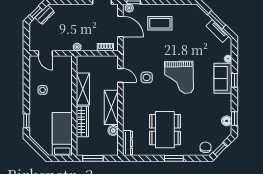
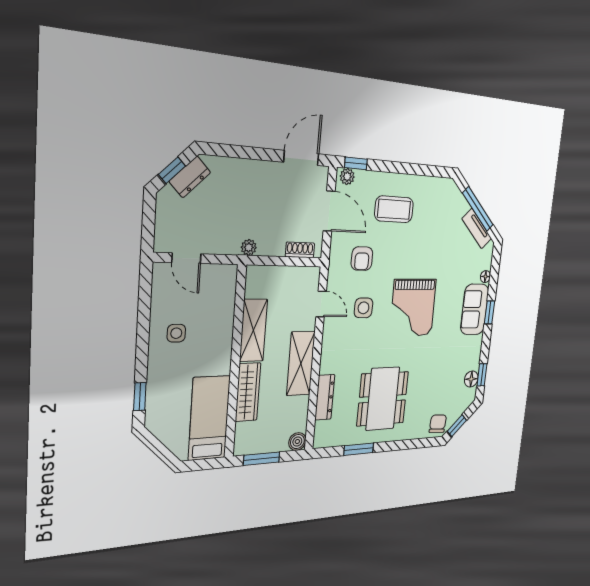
window: (217, 20) -> (478, 209), width x1.44
armchair: (143, 51) -> (362, 259), added
boiler: (113, 130) -> (297, 442), moved
dresser: (128, 143) -> (325, 397), moved
window: (174, 158) -> (359, 449), moved

